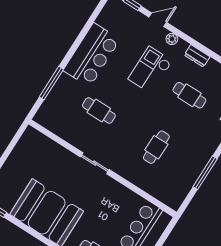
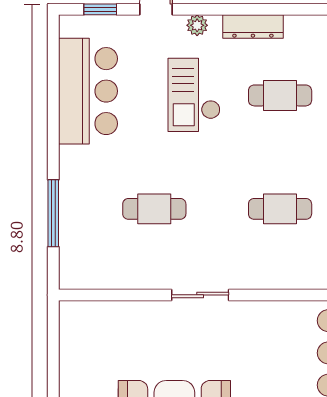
bar counter: (92, 55) -> (88, 91), moved
dresser: (197, 56) -> (253, 26), width x1.44
cafe table: (156, 147) -> (280, 209), turned 90

